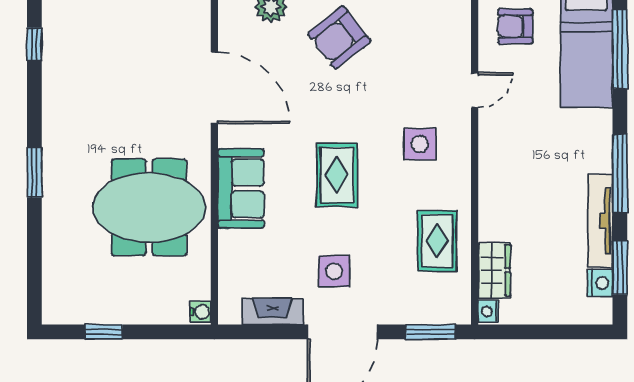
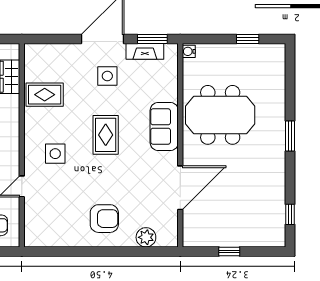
armchair: (339, 37) -> (104, 219), turned 38
door: (214, 88) -> (180, 188), swing flipped
rug: (437, 241) -> (45, 95), turned 90
nightstand: (488, 311) -> (13, 52), removed
window: (431, 332) -> (152, 39), moved

